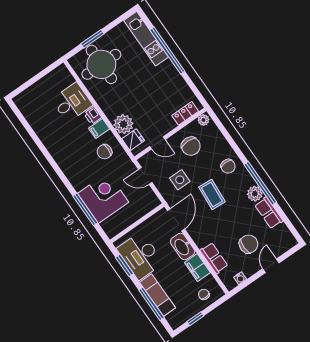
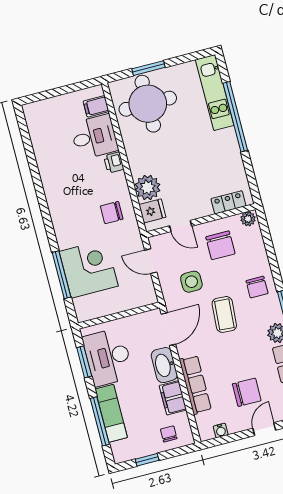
filing cabinet: (99, 129) -> (96, 106), moved
row of seats: (214, 258) -> (195, 385), width x1.48

